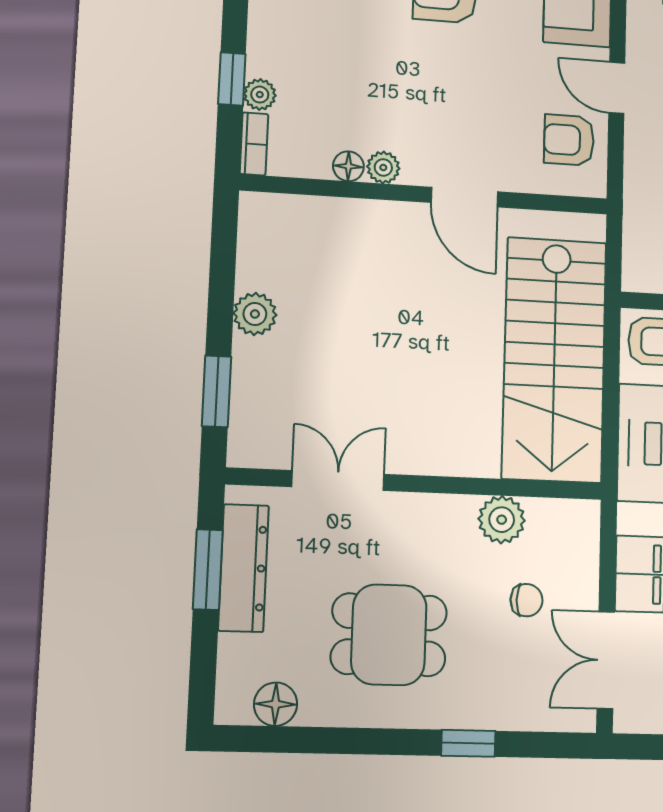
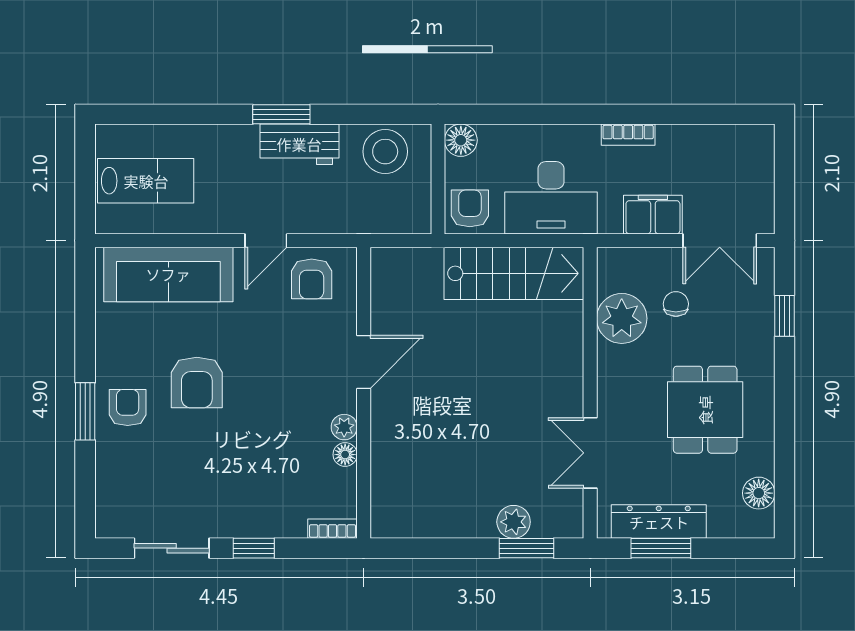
window: (232, 79) -> (254, 548), moved
plant: (260, 95) -> (293, 526), removed
plant: (255, 314) -> (514, 522), moved
stairs: (554, 360) -> (514, 273), width x0.73, depth x0.66
plant: (502, 520) -> (622, 318), width x1.36, depth x1.36
window: (468, 743) -> (784, 316), moved

